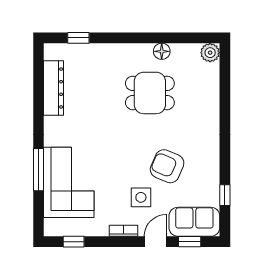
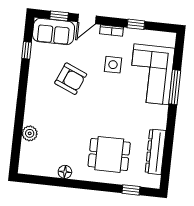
plant: (210, 53) -> (30, 133), moved
dining table: (150, 93) -> (109, 154), moved
side table: (141, 197) -> (113, 65), moved
window: (74, 242) -> (136, 24), moved

